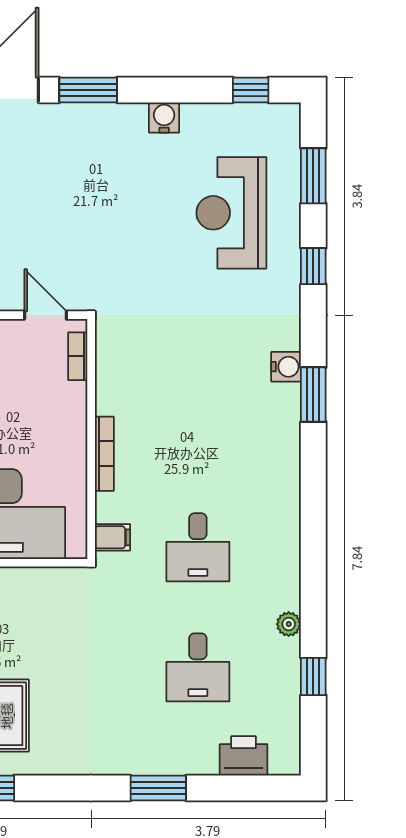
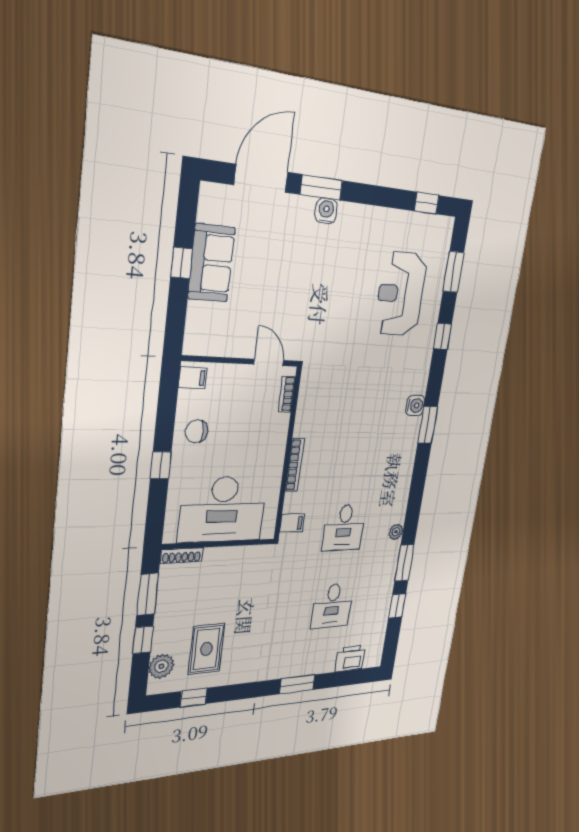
water cooler: (164, 117) -> (326, 211), moved
window: (313, 607) -> (404, 563), added
plant: (289, 624) -> (396, 532), moved

